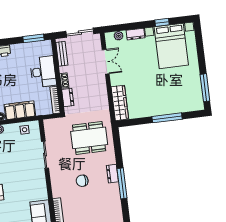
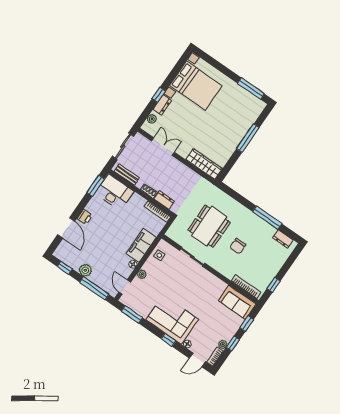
window: (162, 22) -> (159, 95), moved
desk: (43, 72) -> (114, 192), moved
dining table: (89, 138) -> (209, 226), moved
dresser: (112, 174) -> (283, 239), moved

